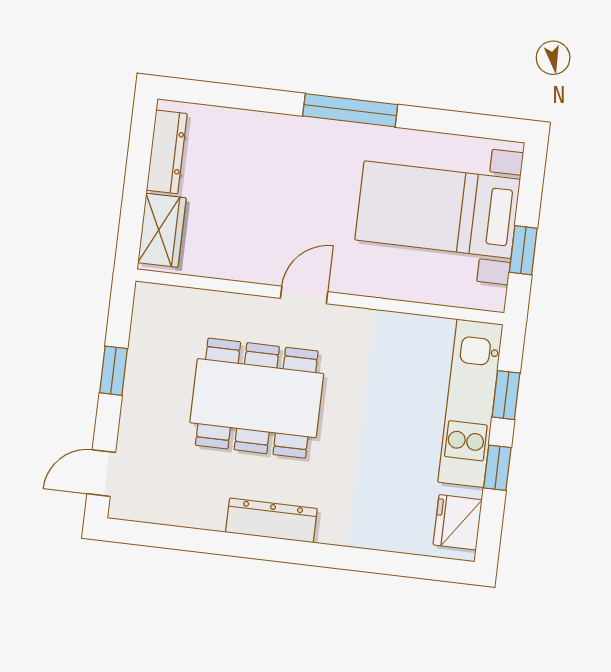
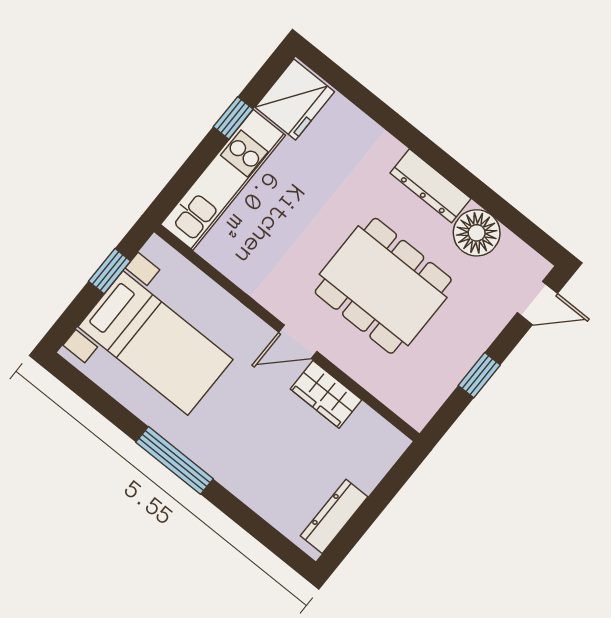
wardrobe: (162, 230) -> (326, 394), moved, turned -90
window: (506, 395) -> (192, 169), removed
floor lamp: (200, 503) -> (477, 233), added
fridge: (458, 522) -> (295, 100), width x1.36, depth x1.34

